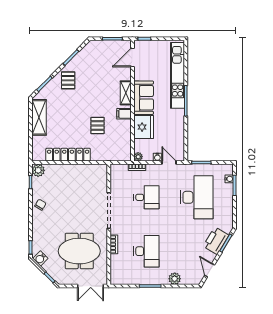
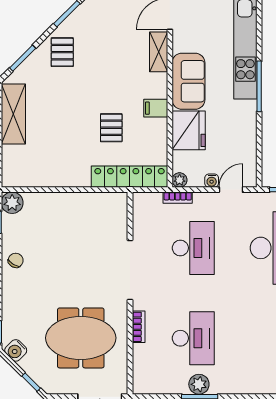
shelving: (126, 93) -> (159, 52), moved
locker: (68, 155) -> (130, 177), moved
door: (169, 162) -> (231, 190), hinge flipped
desk: (146, 197) -> (193, 248), width x1.37
plant: (175, 279) -> (199, 384), moved

